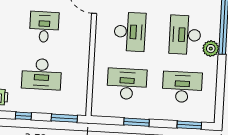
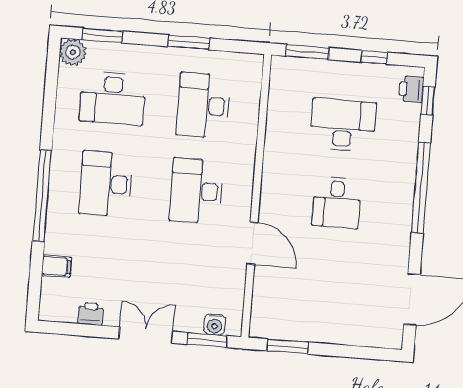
desk: (185, 35) -> (106, 184), turned 180
plant: (211, 49) -> (73, 52), moved
desk: (127, 84) -> (203, 105), turned 90

